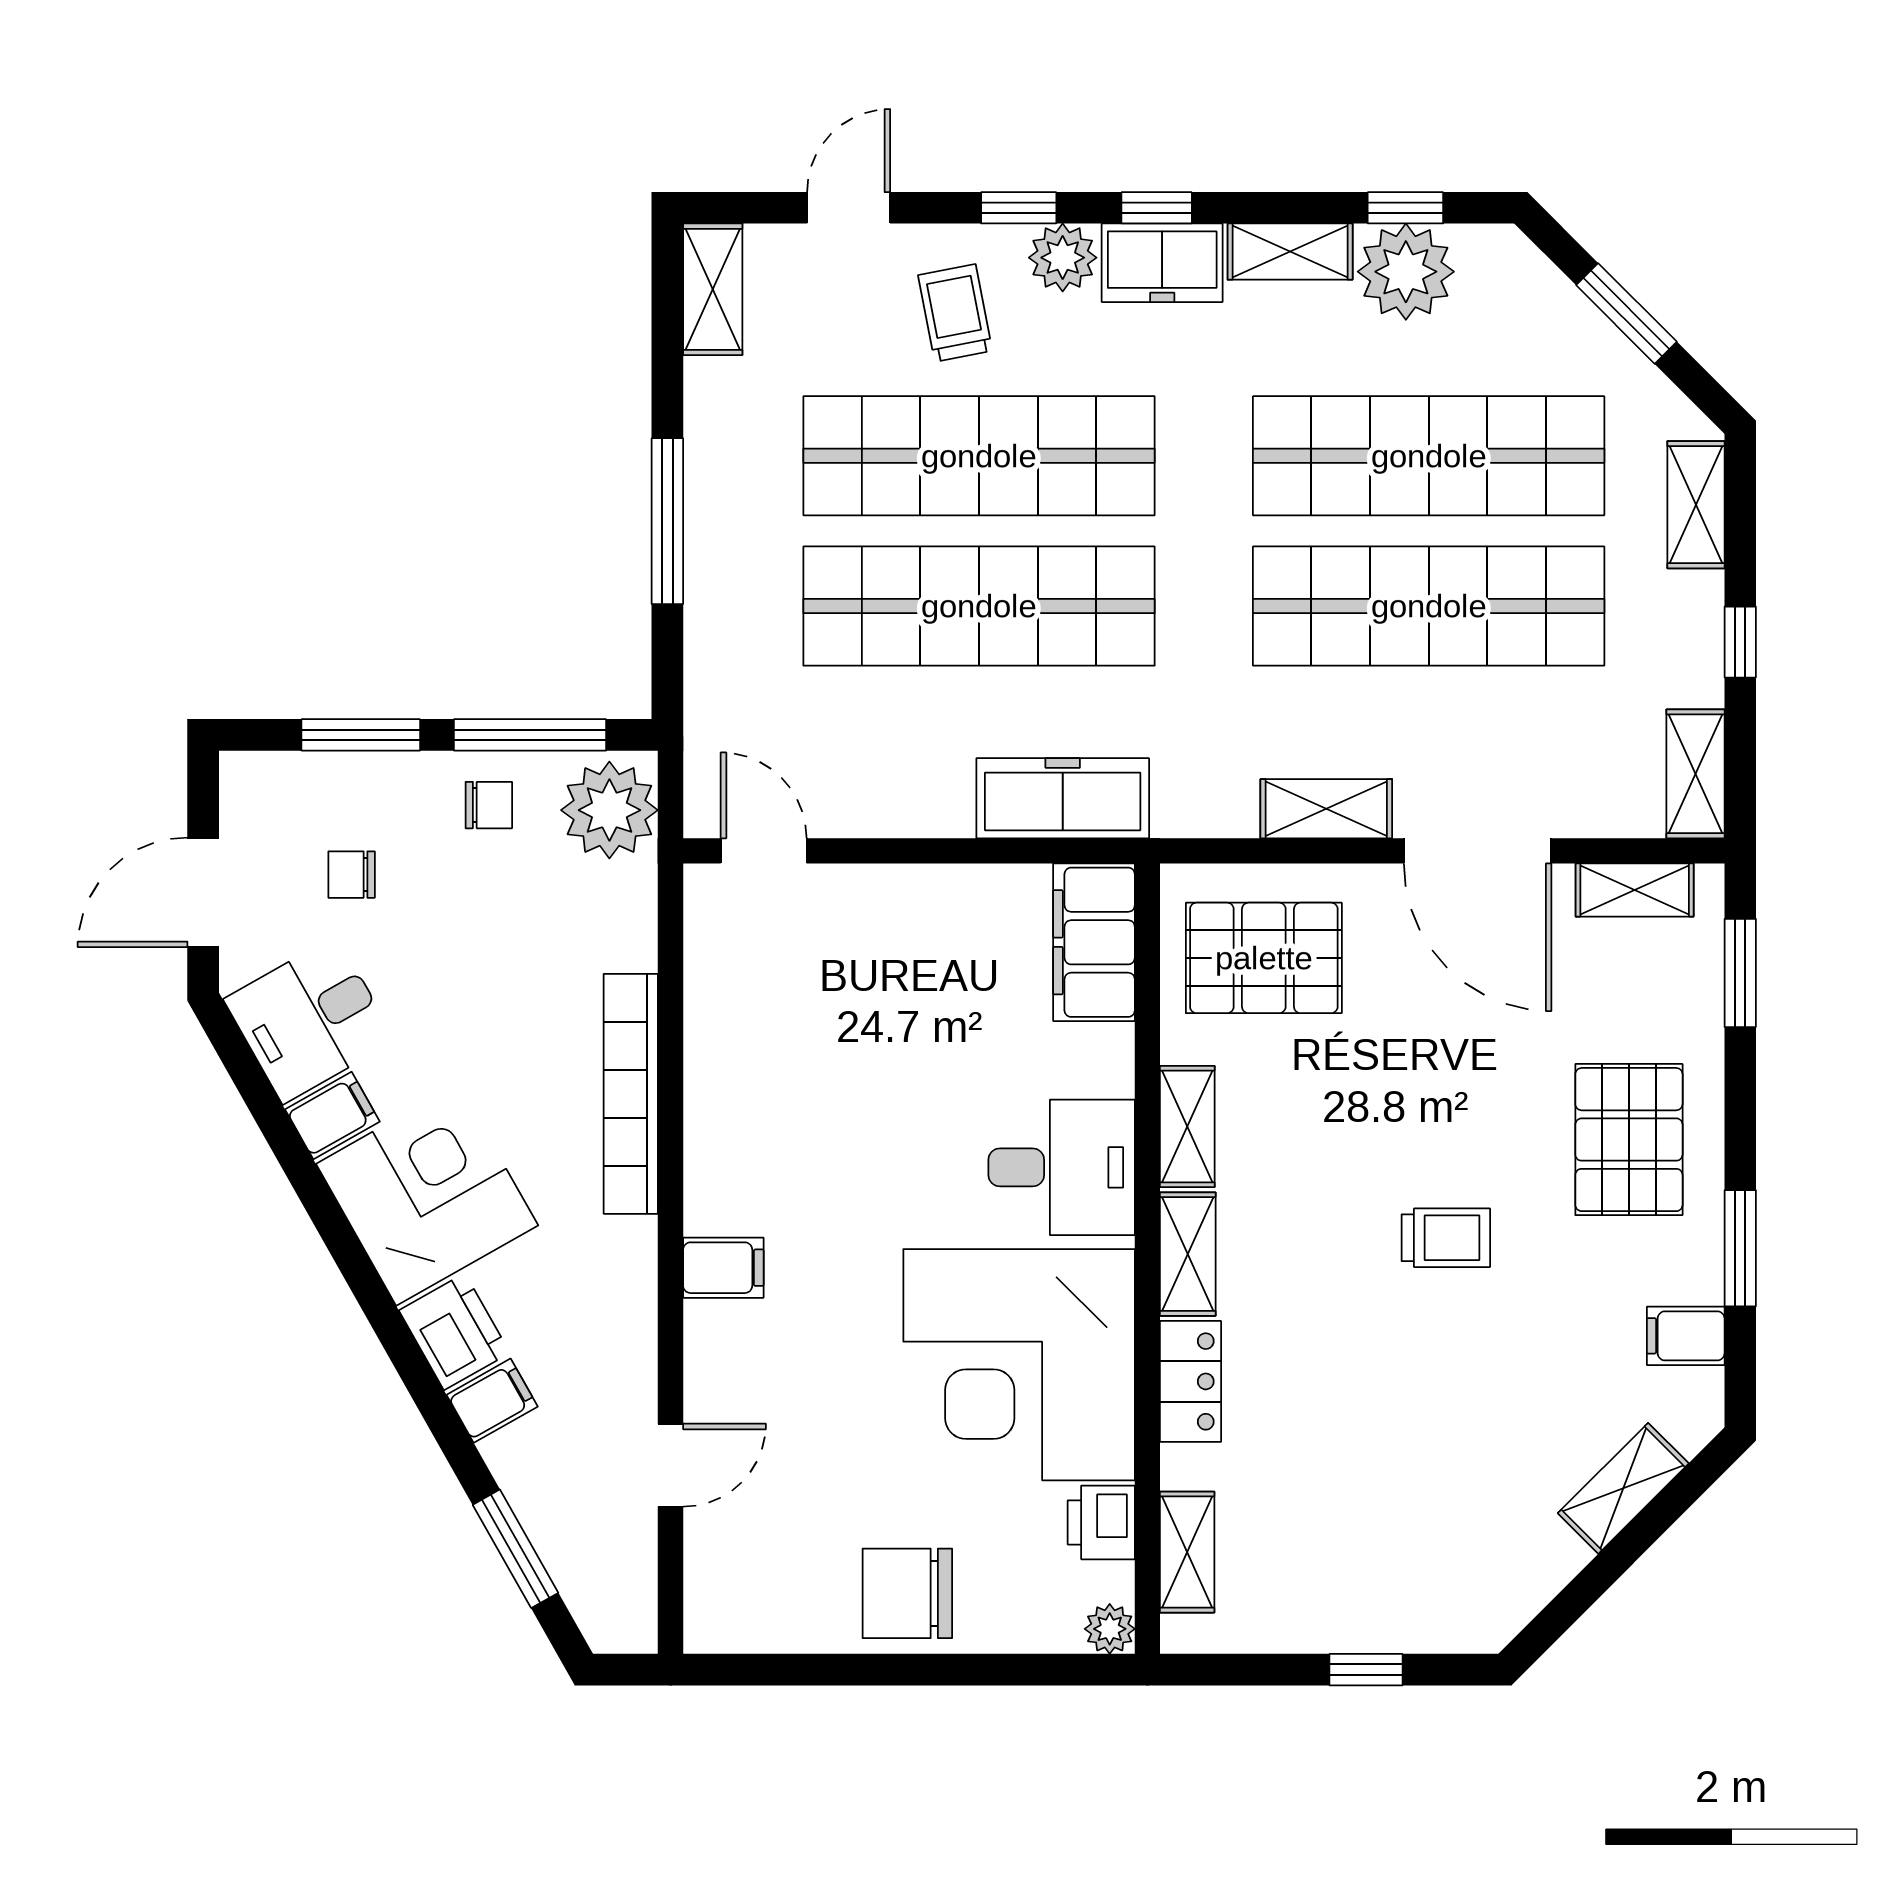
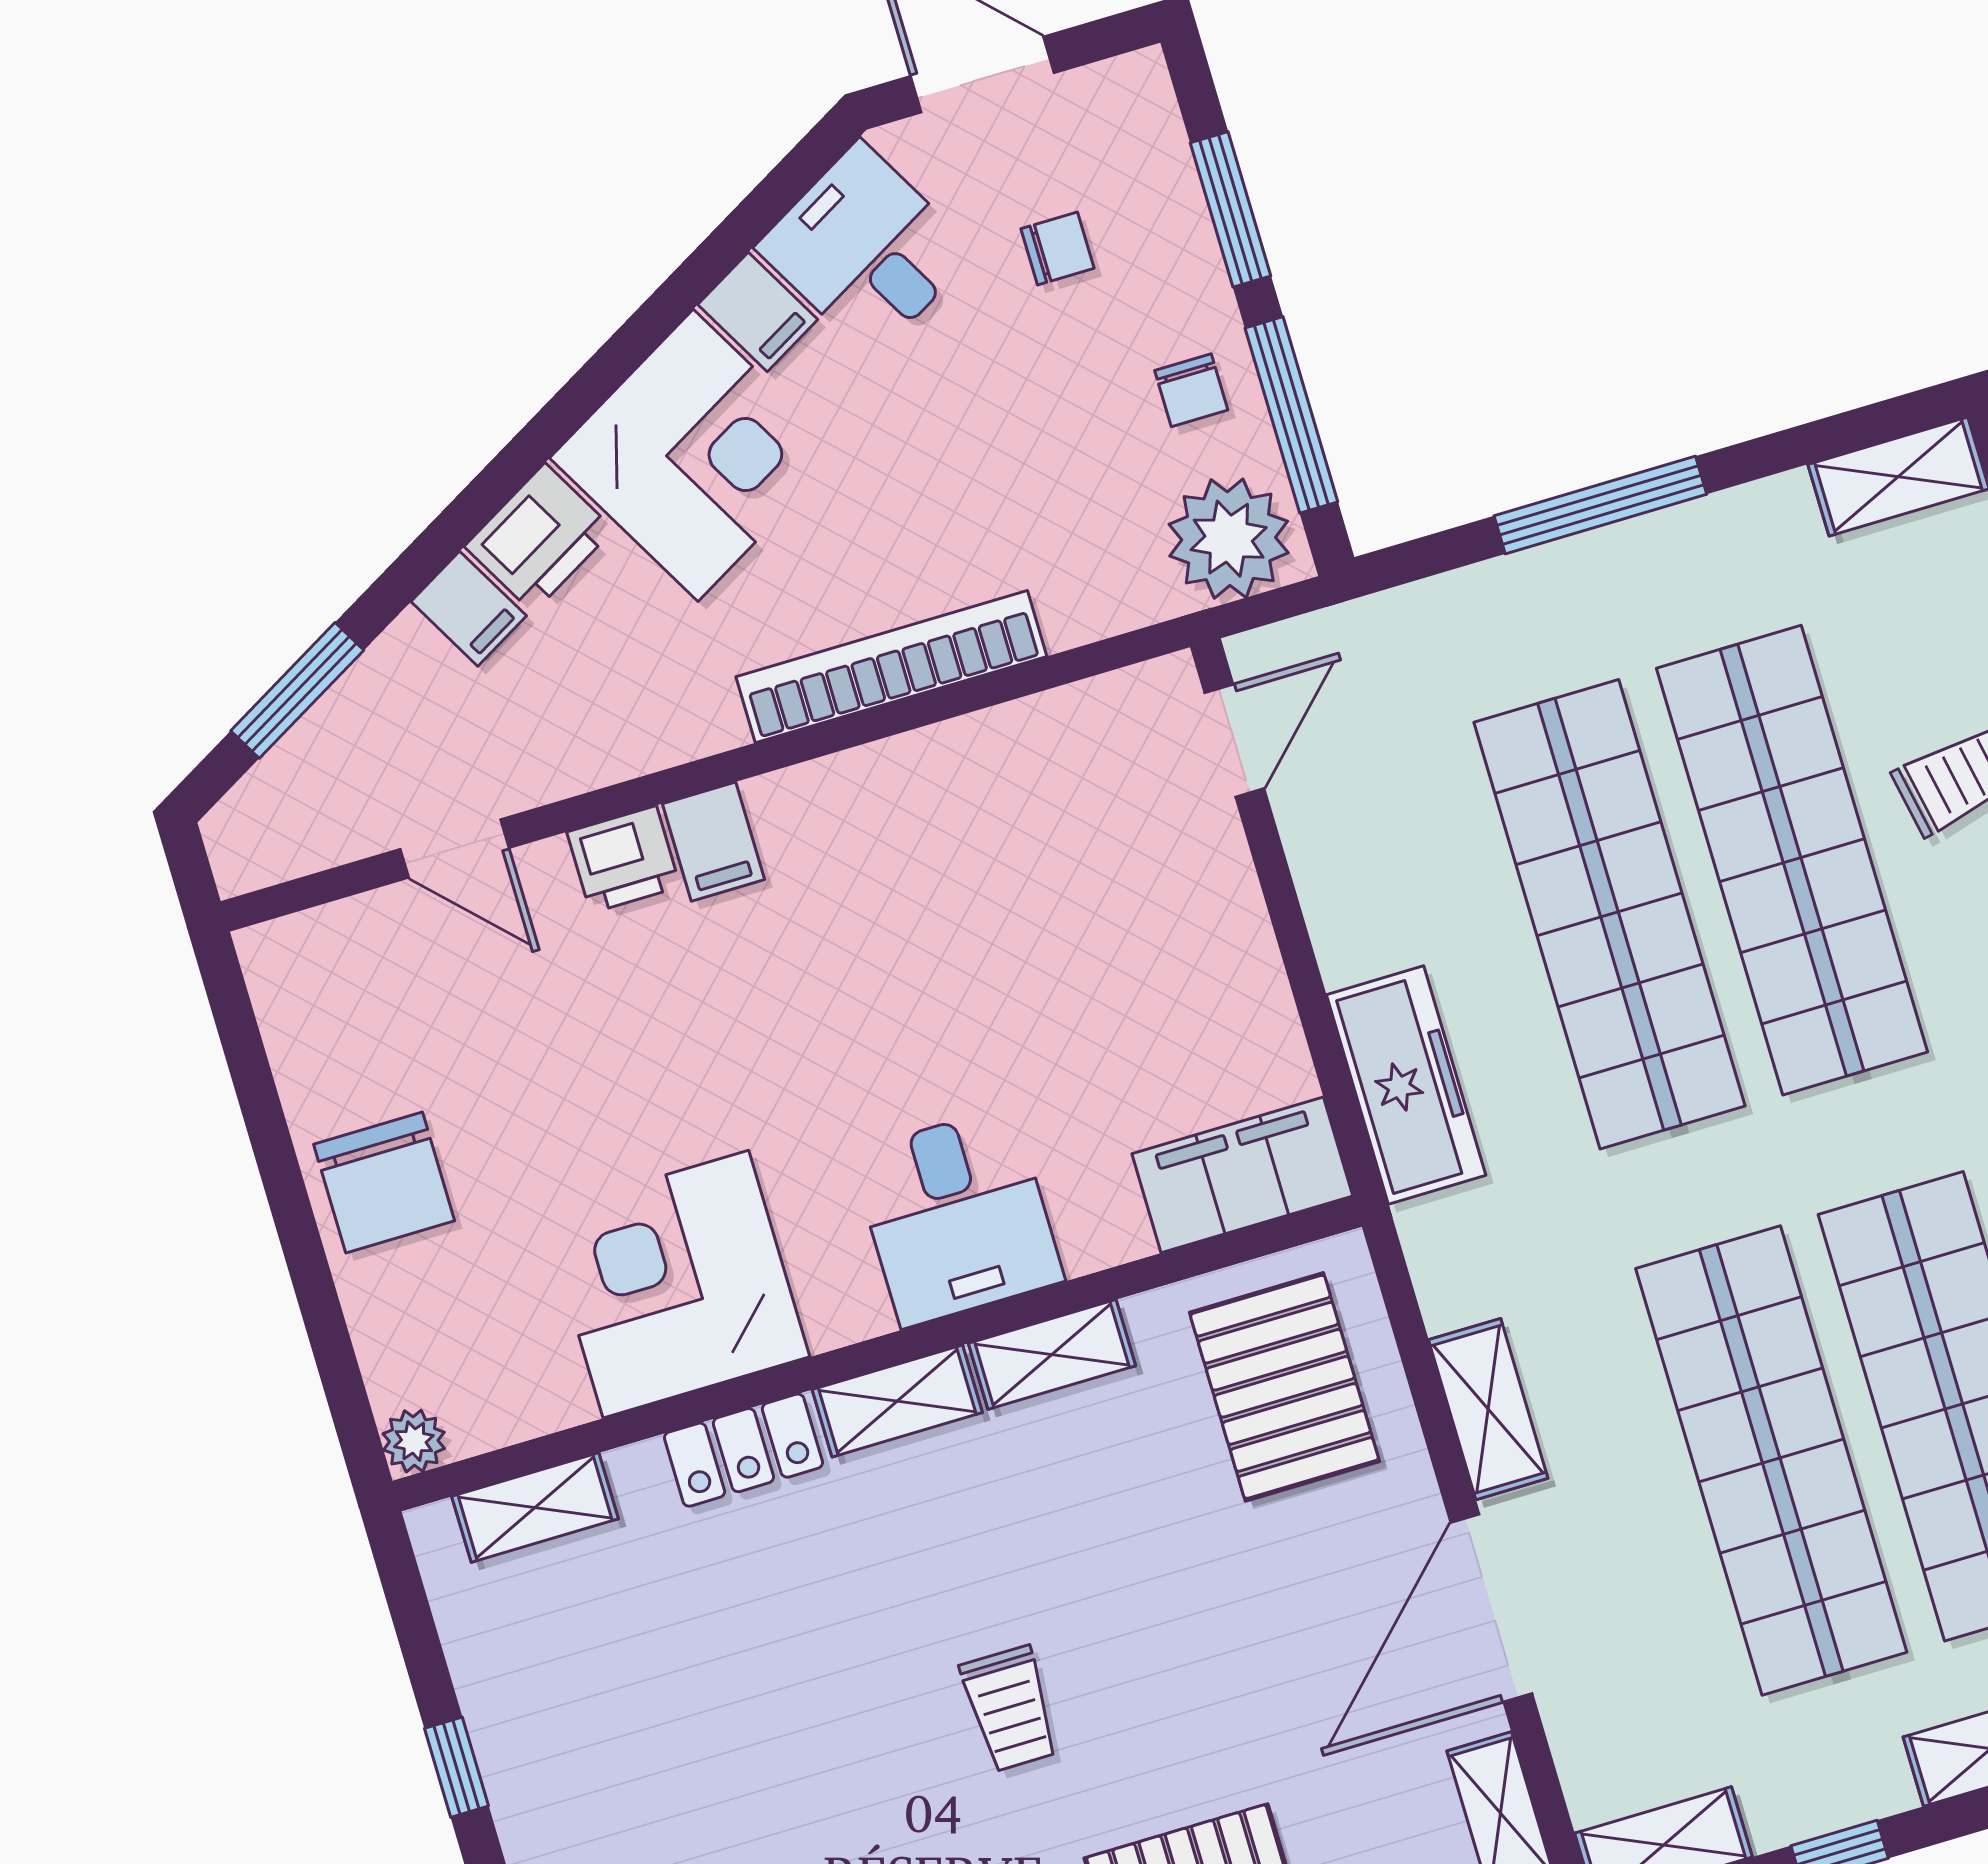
chair: (352, 875) -> (1057, 248), turned 90
corner desk: (1019, 1365) -> (676, 1284), width x0.74, depth x0.74
printer: (1101, 1522) -> (624, 859), moved, turned 180
chair: (907, 1593) -> (384, 1182), turned 180

